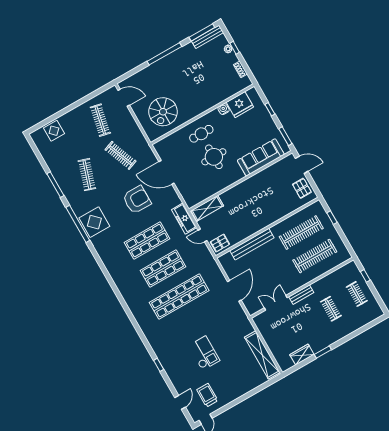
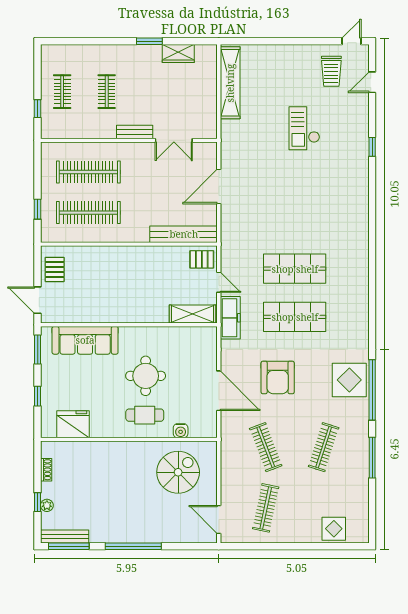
water cooler: (224, 109) -> (181, 431), moved
armchair: (137, 200) -> (278, 377), turned -90
bench: (252, 244) -> (184, 234), moved
shop shelf: (179, 297) -> (295, 220), removed

